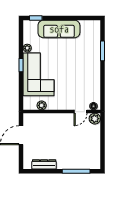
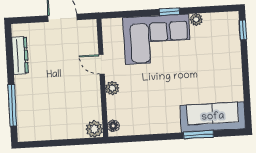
sofa: (59, 29) -> (213, 117), moved, turned 90
plant: (42, 105) -> (112, 88), moved
door: (81, 112) -> (102, 64), moved

